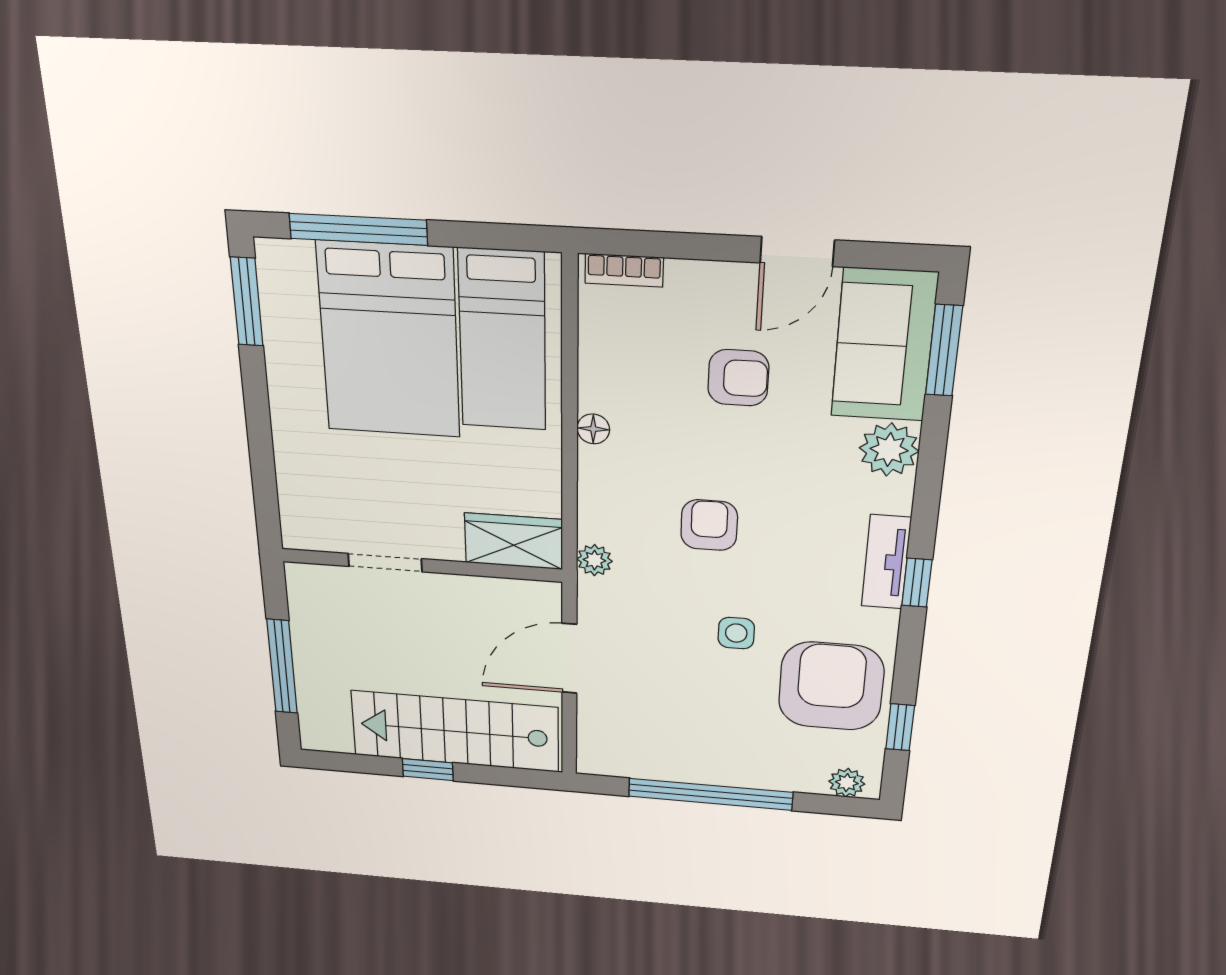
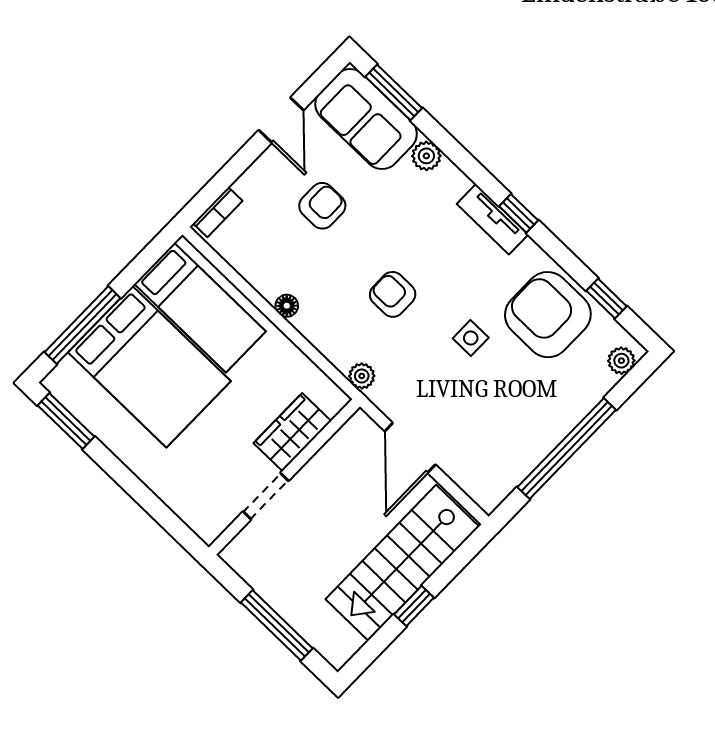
plant: (889, 450) -> (426, 156), width x0.73, depth x0.73
wardrobe: (514, 541) -> (292, 432), moved

